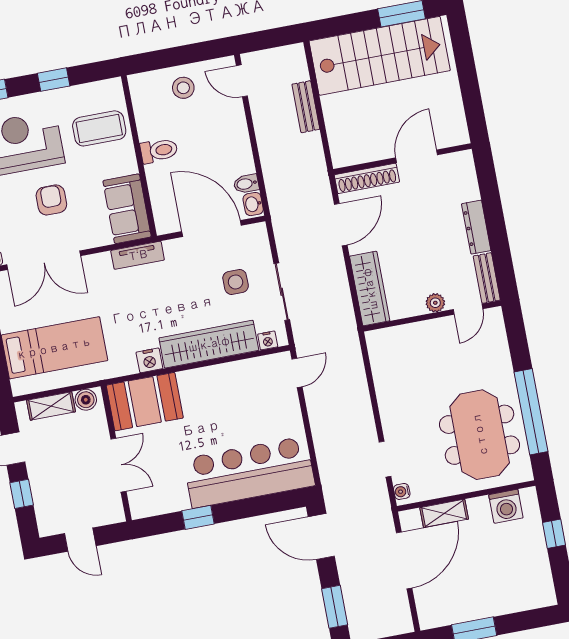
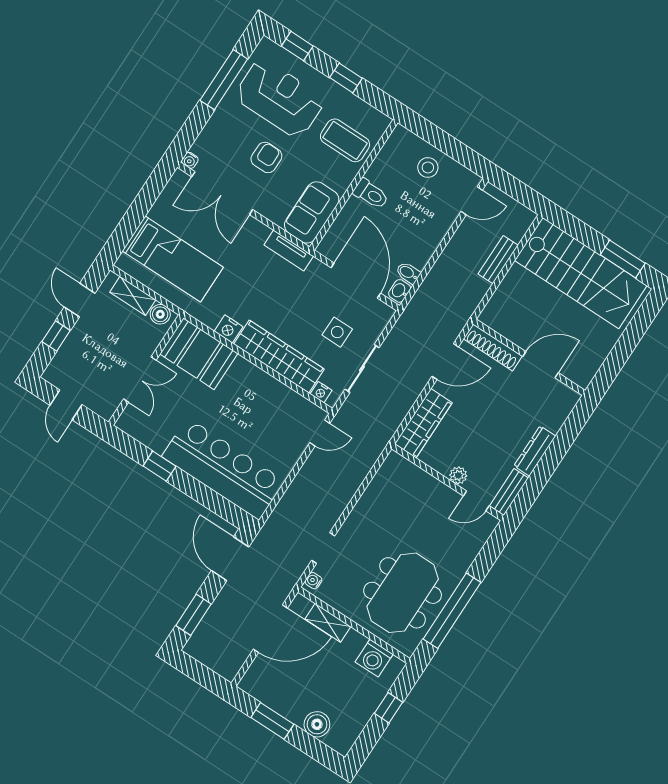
door: (242, 81) -> (472, 201), swing flipped
boiler: (511, 600) -> (317, 724), added

